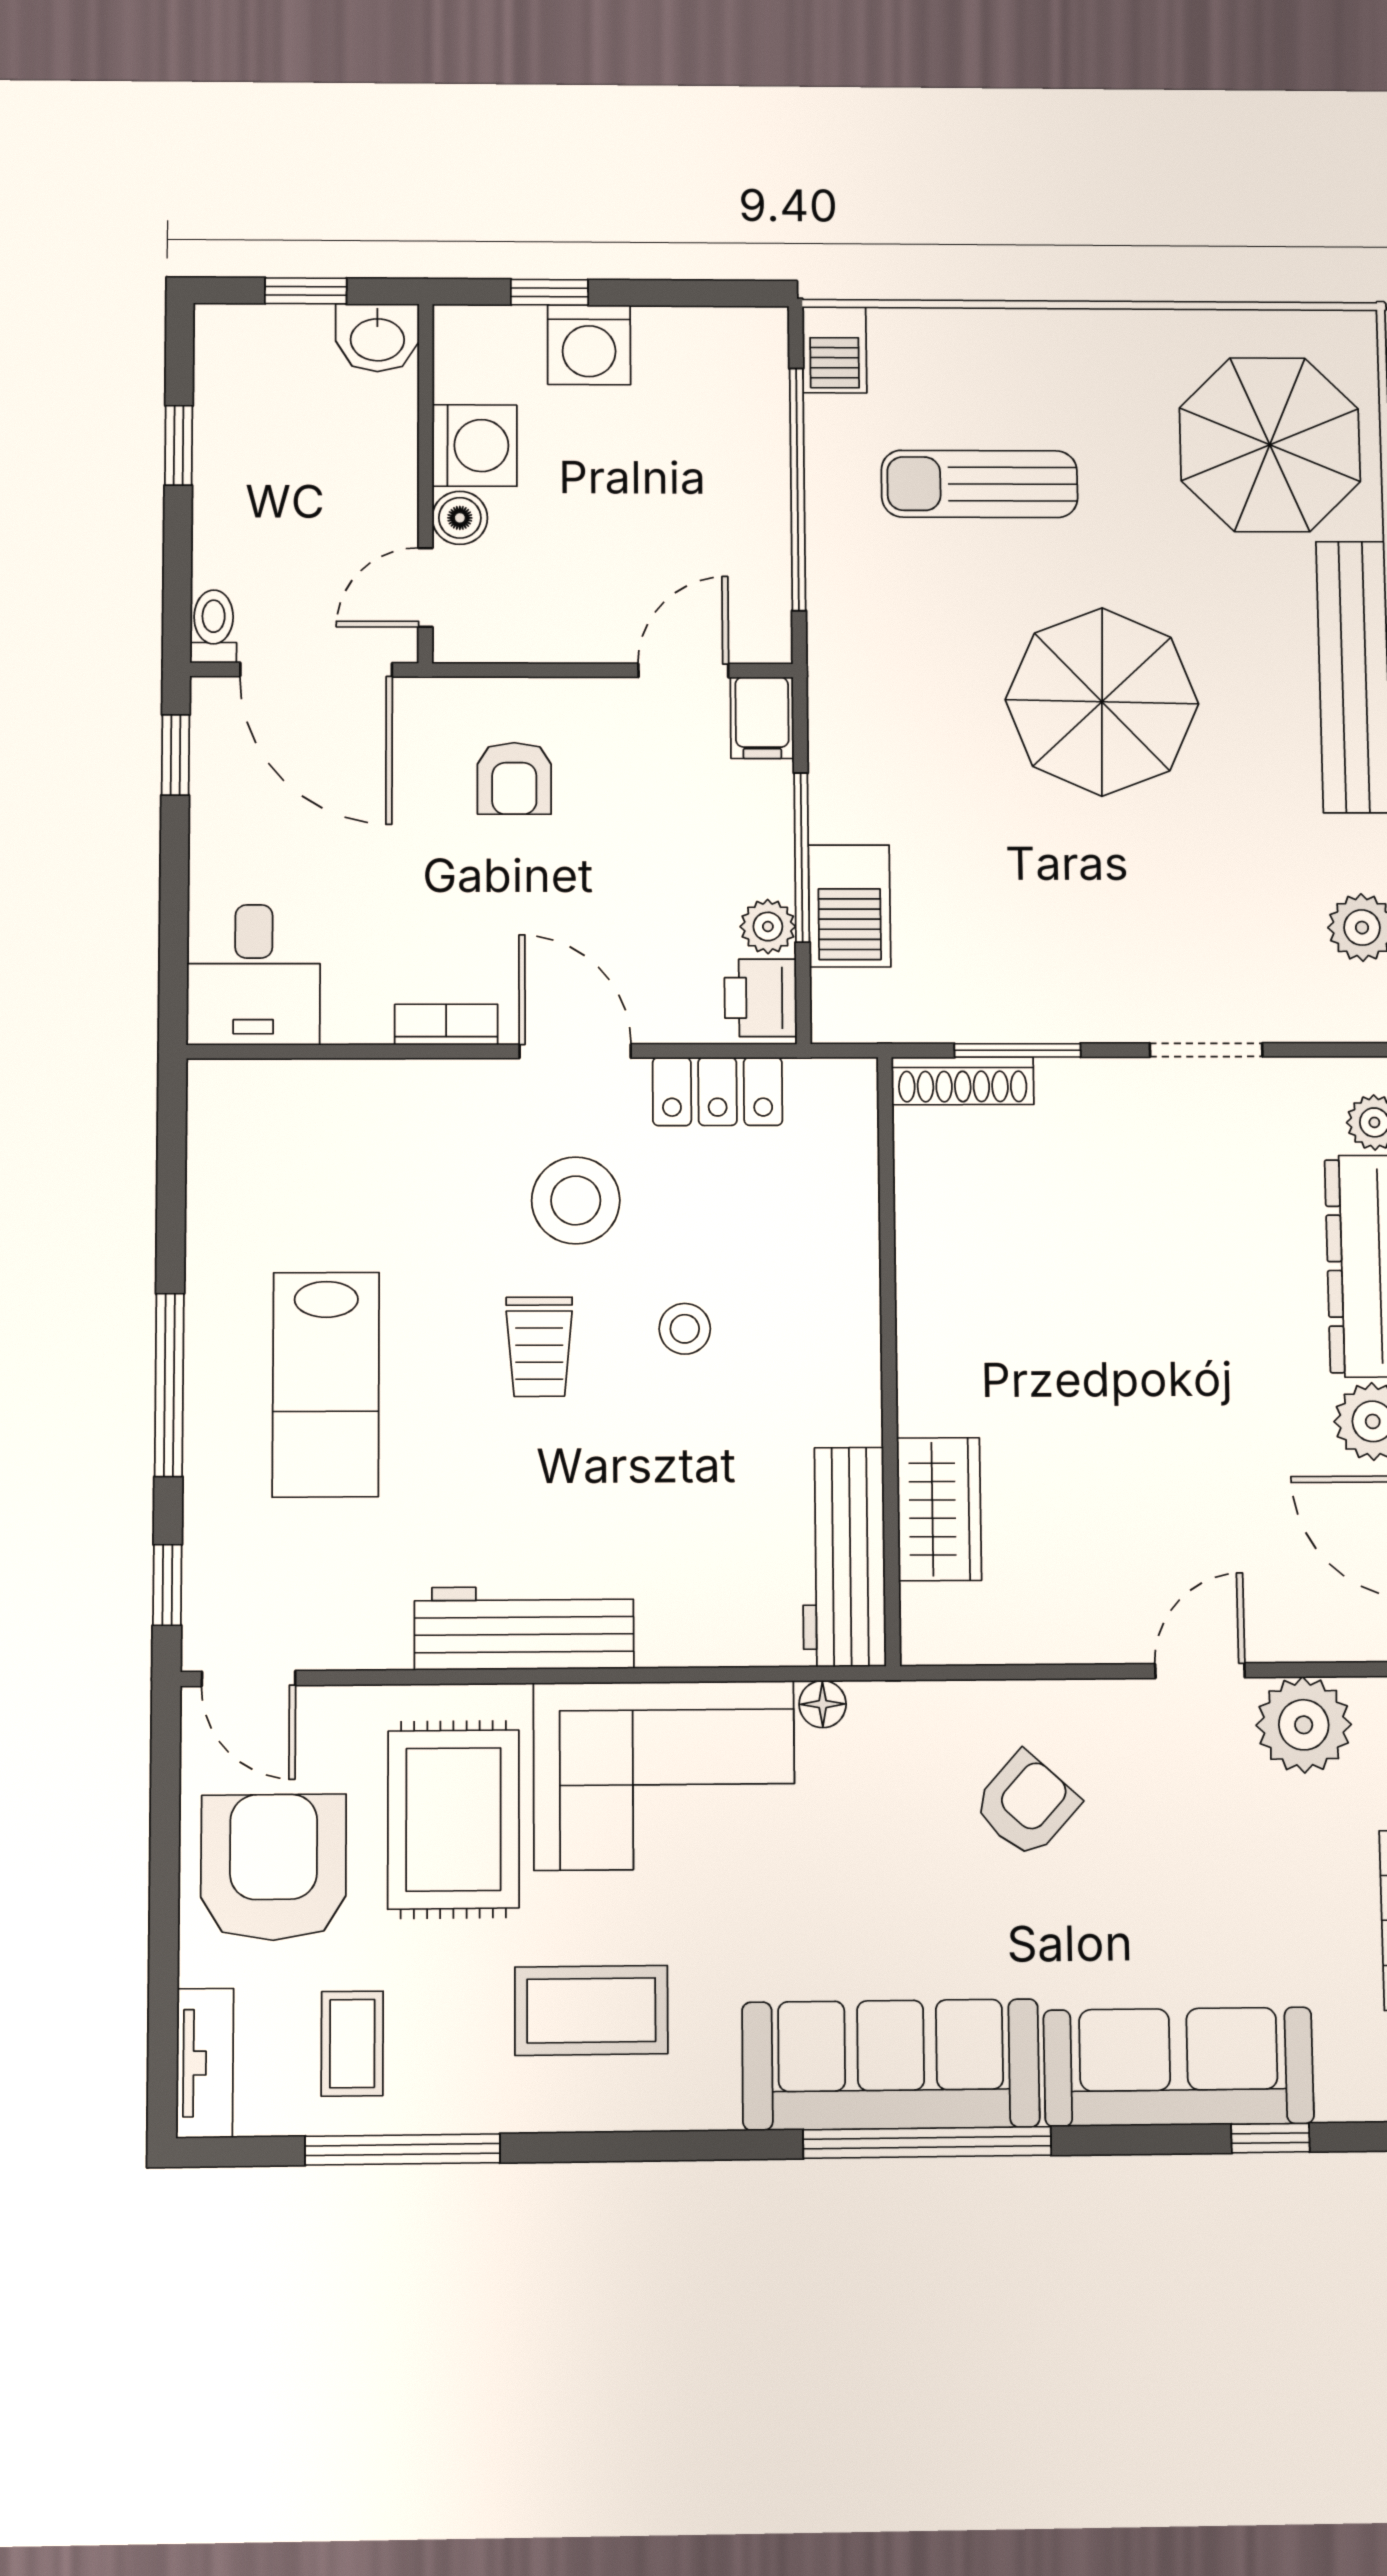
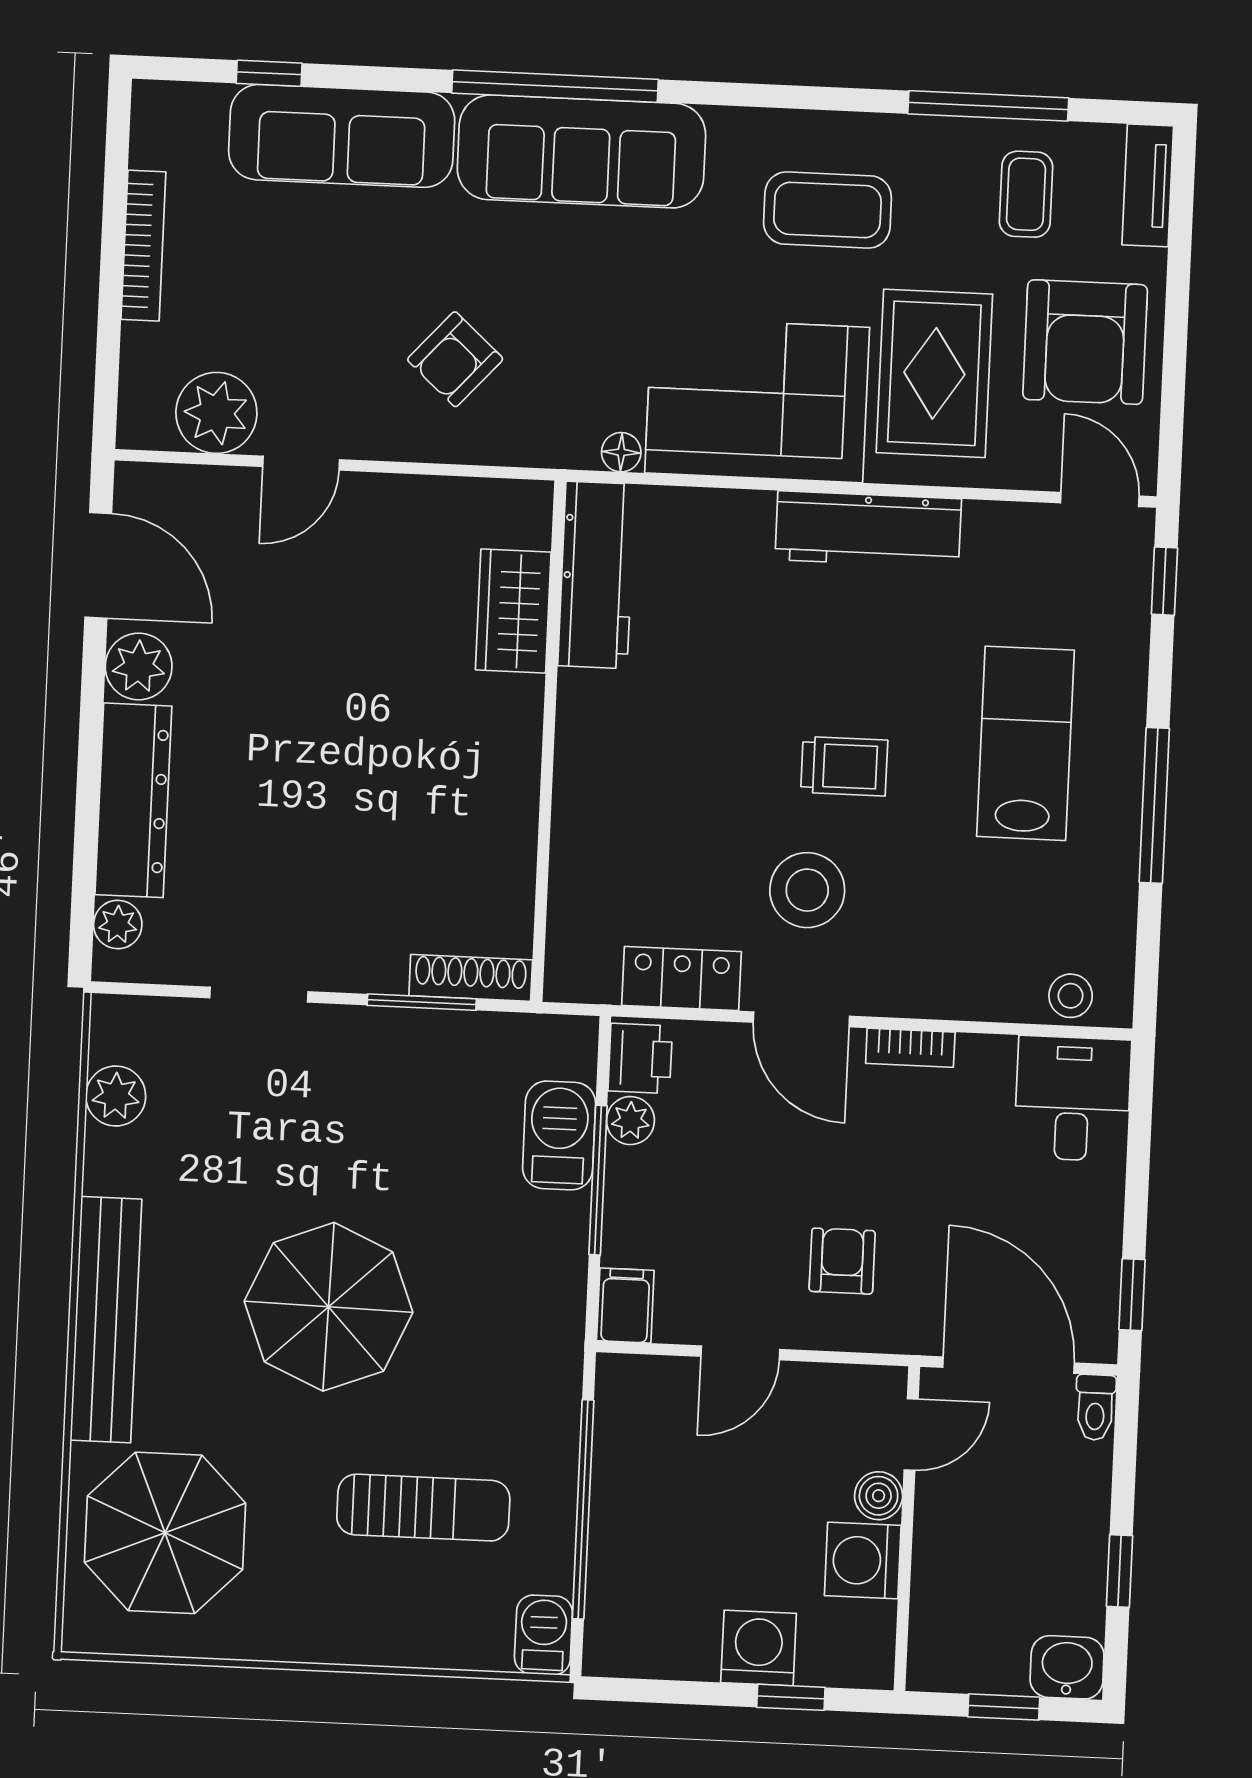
washbasin: (377, 338) -> (1067, 1667), moved
door: (683, 670) -> (740, 1353), moved
stool: (685, 1329) -> (1071, 996), moved
trolley: (539, 1347) -> (844, 766), turned 90
window: (169, 1385) -> (1154, 805), moved

